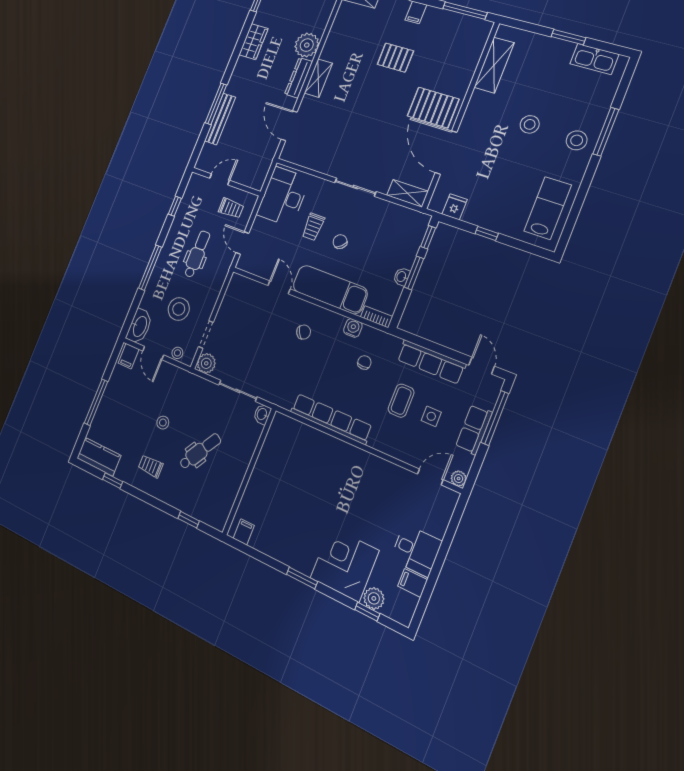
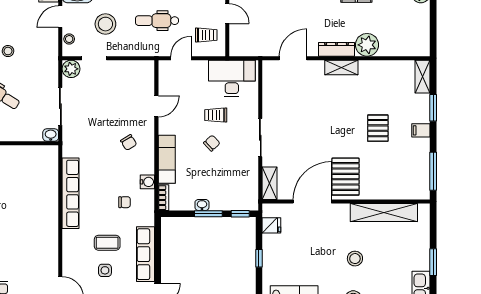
shelving: (494, 65) -> (384, 212), width x1.47
trolley: (231, 208) -> (206, 35), turned -90
dental chair: (197, 254) -> (157, 21), turned 180
exam couch: (330, 290) -> (167, 159), width x0.73, depth x0.69

